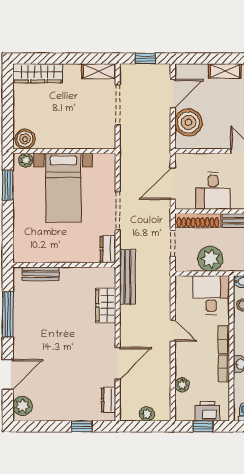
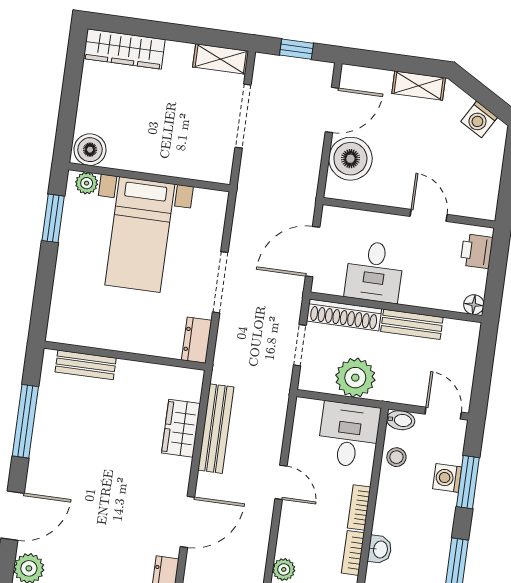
bench: (127, 277) -> (216, 429), moved

